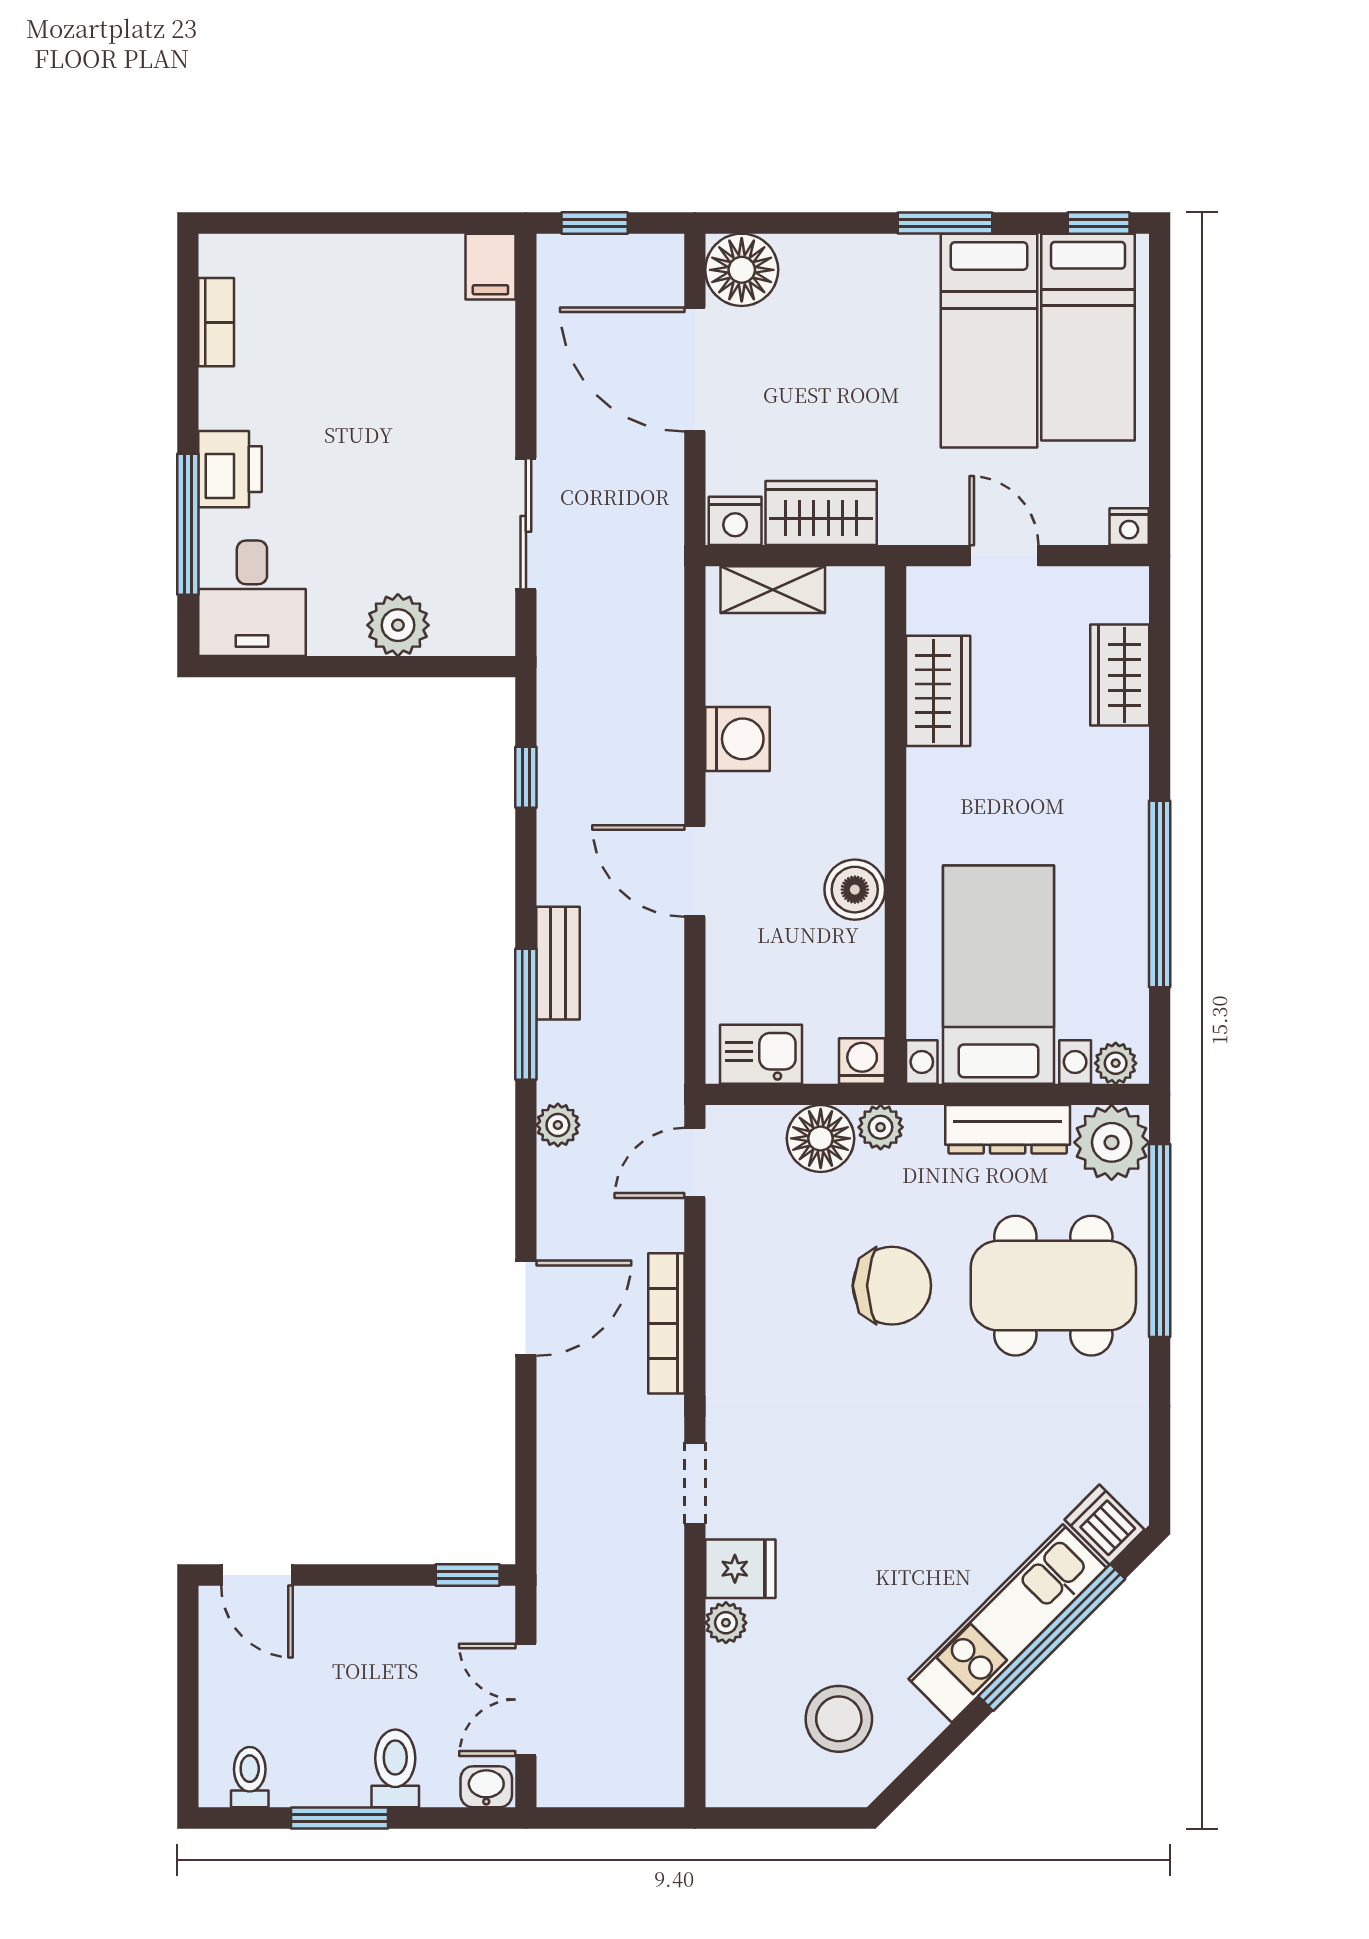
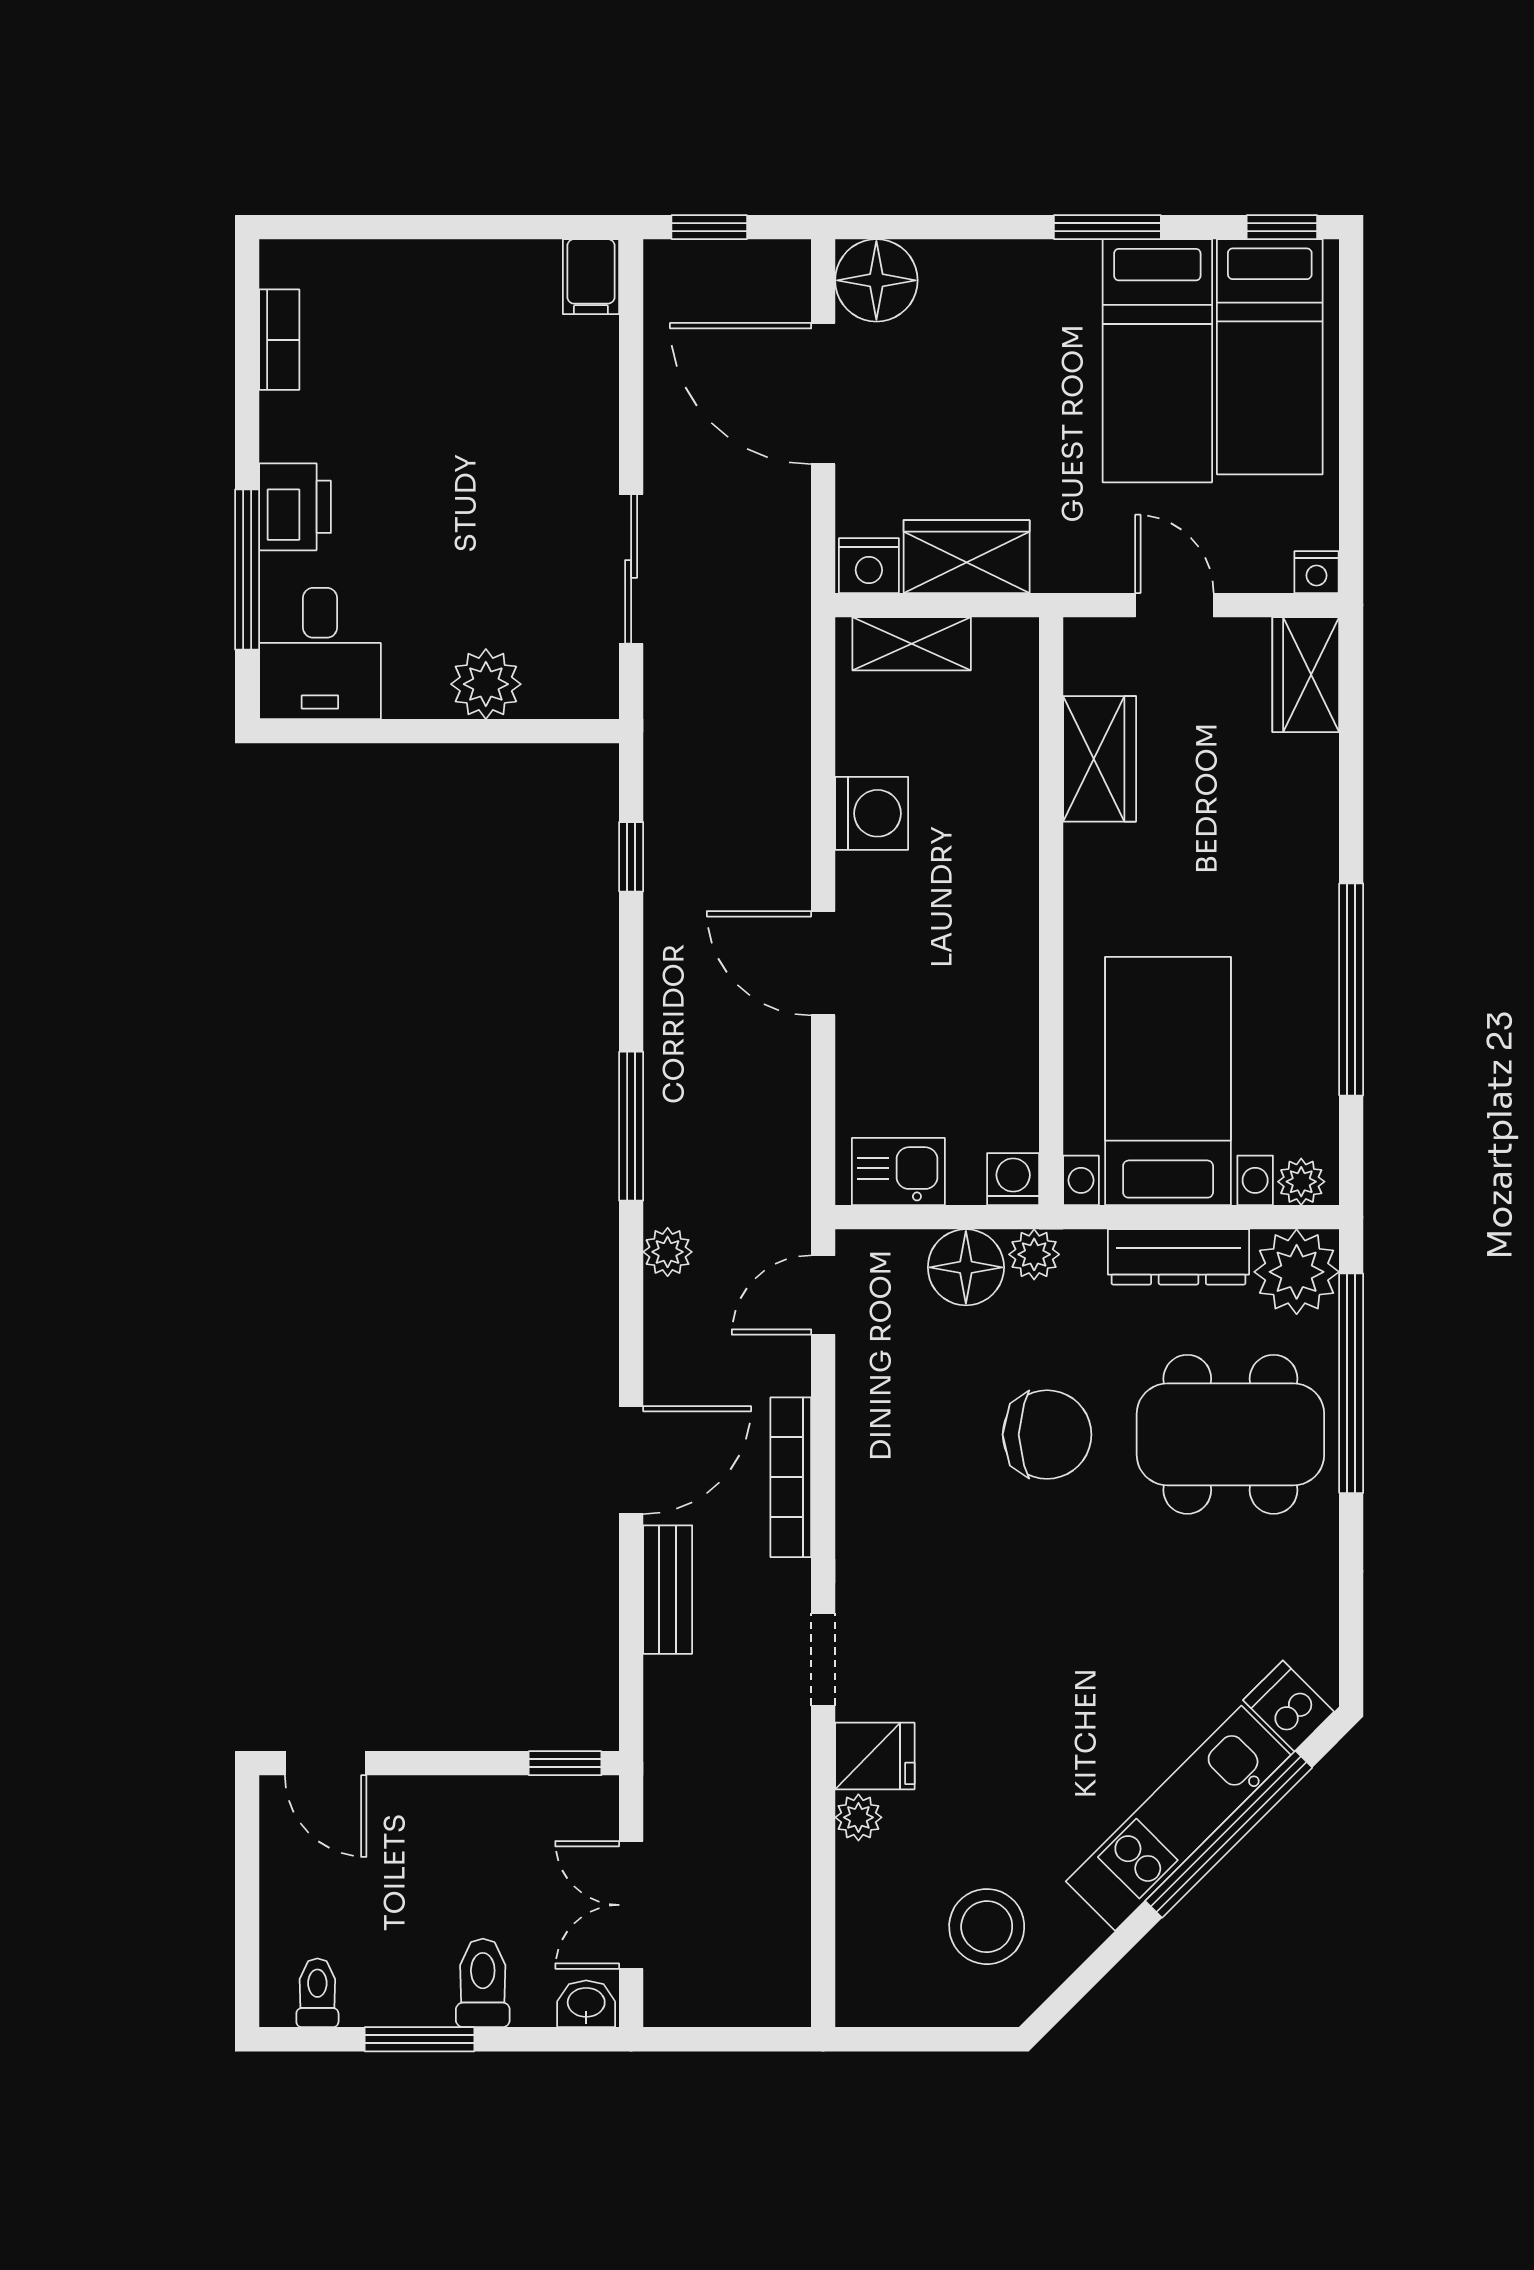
wardrobe: (1120, 675) -> (1306, 675), moved
boiler: (855, 890) -> (1005, 984), removed
bench: (558, 963) -> (668, 1590), moved

